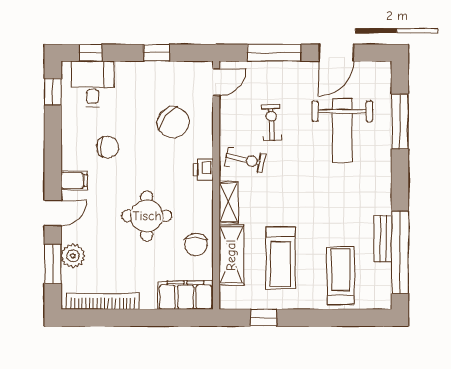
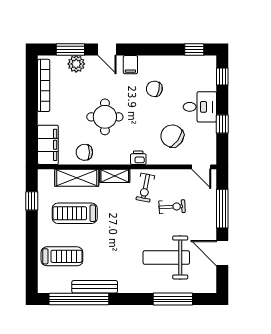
desk: (93, 84) -> (200, 107), moved
chair: (173, 122) -> (172, 136), turned 86
chair: (108, 147) -> (154, 89), turned 103
bench: (383, 239) -> (95, 287), width x1.36

